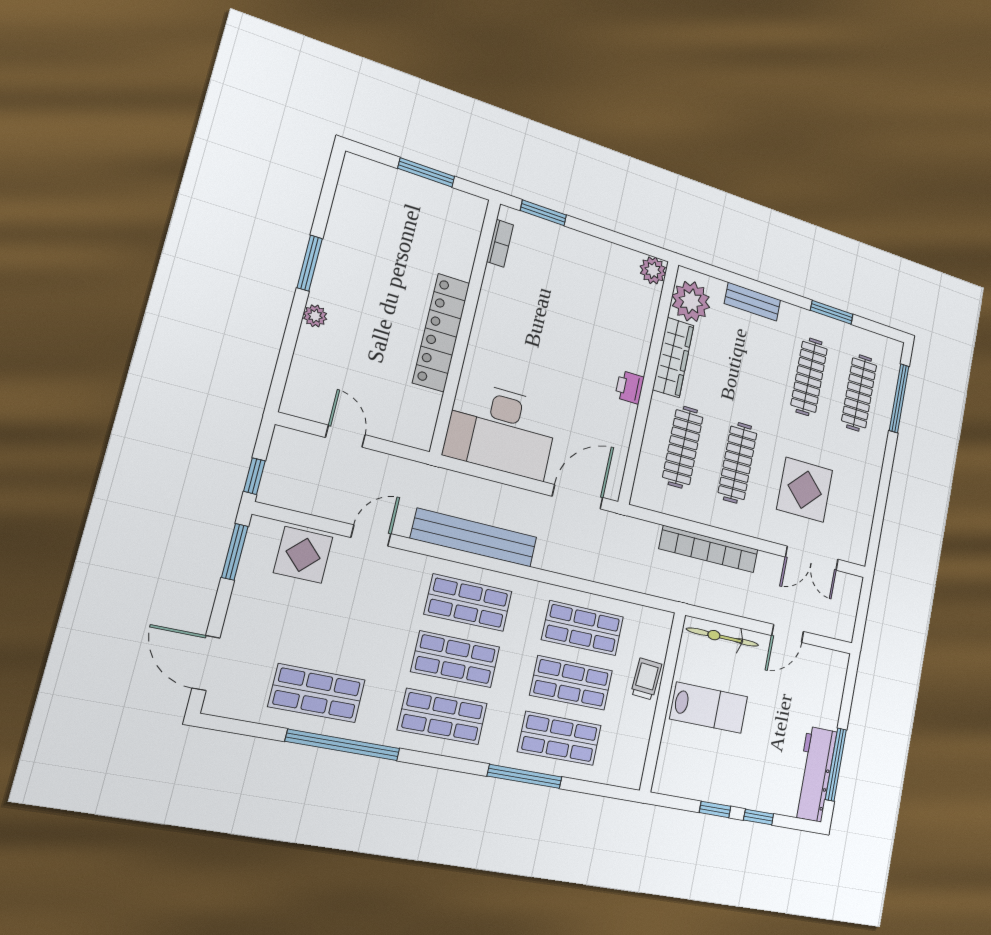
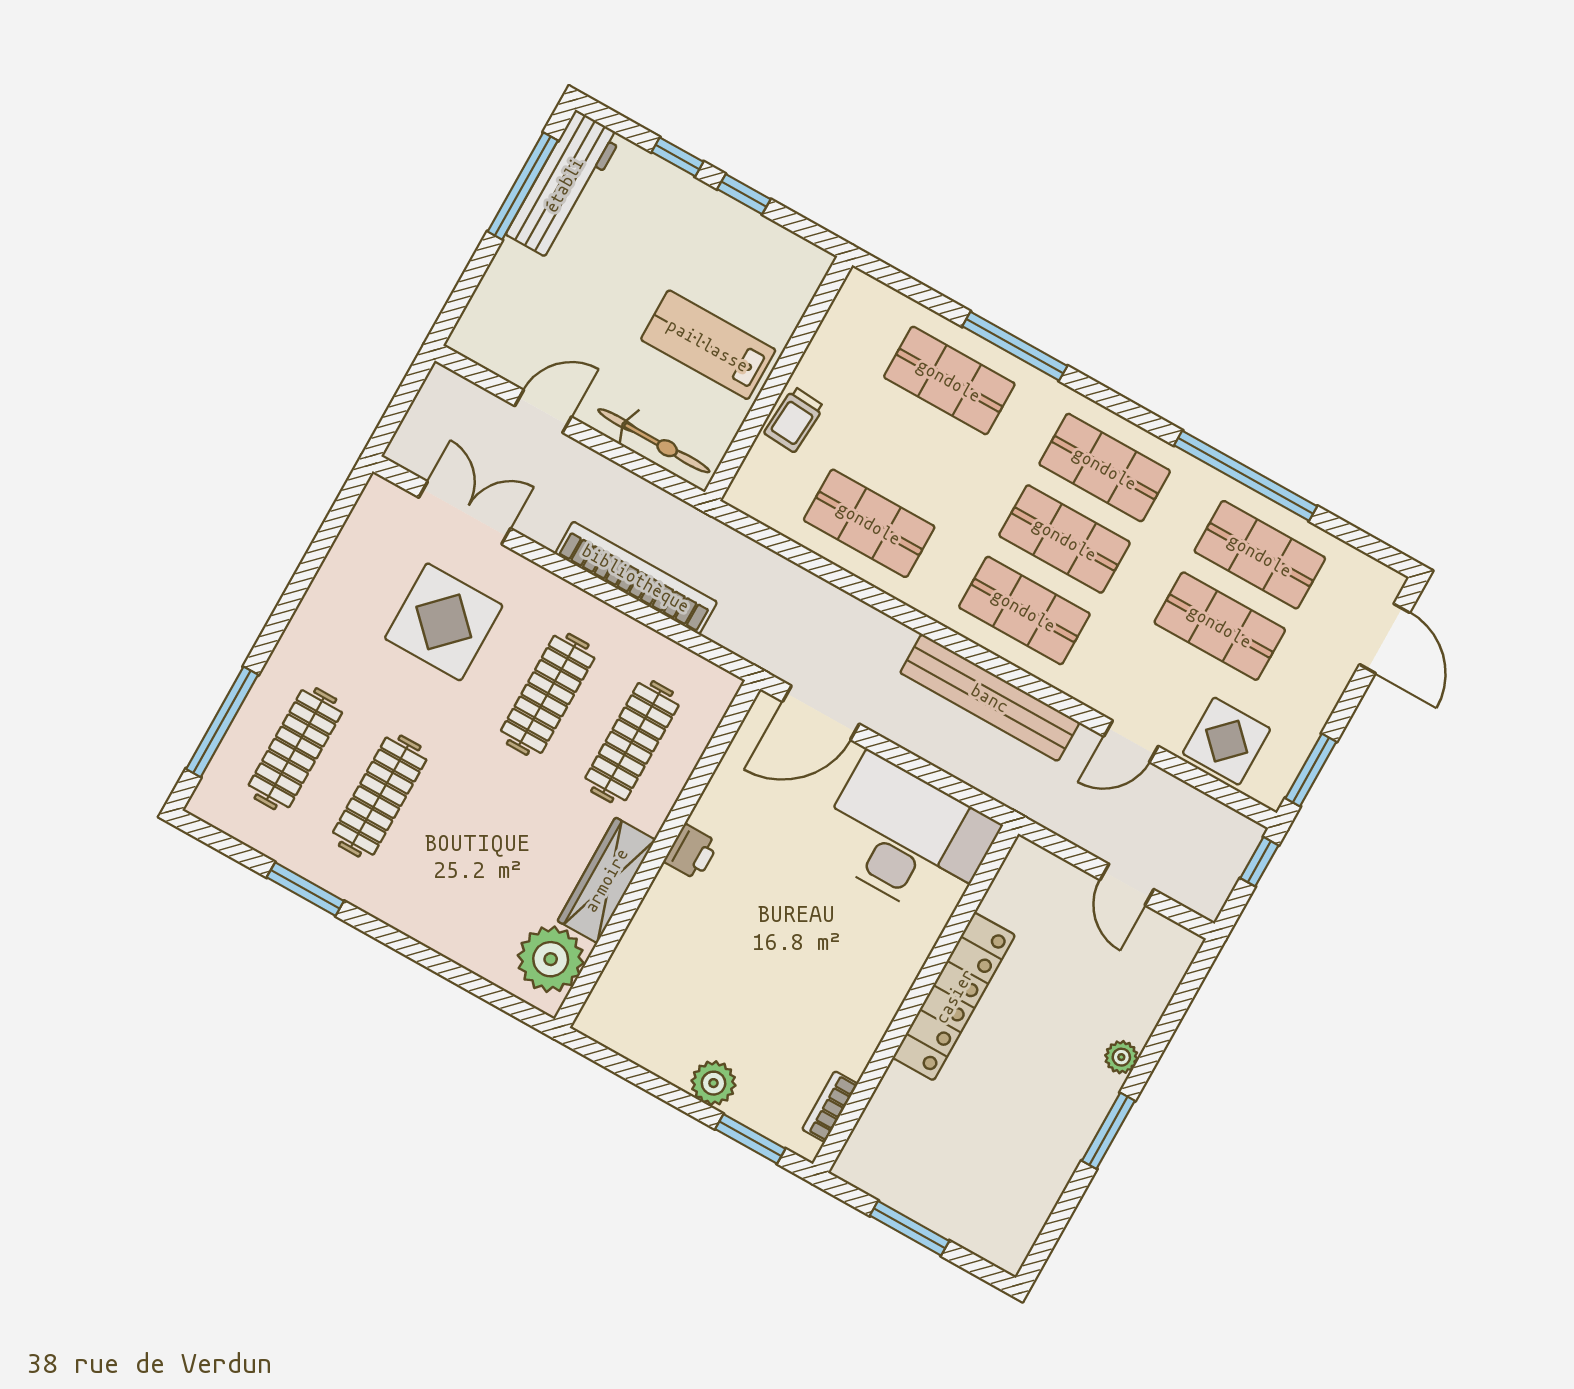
plant: (653, 270) -> (713, 1083), moved
bench: (753, 302) -> (444, 936), removed
shop shelf: (571, 683) -> (1220, 626), moved

